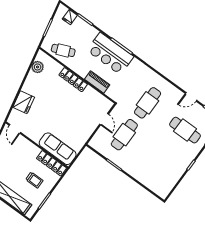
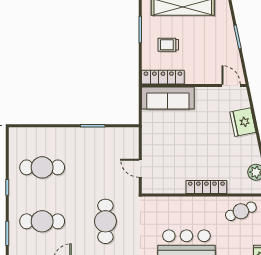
piano: (97, 82) -> (178, 204), removed
cafe table: (124, 135) -> (42, 167), moved, turned 90

